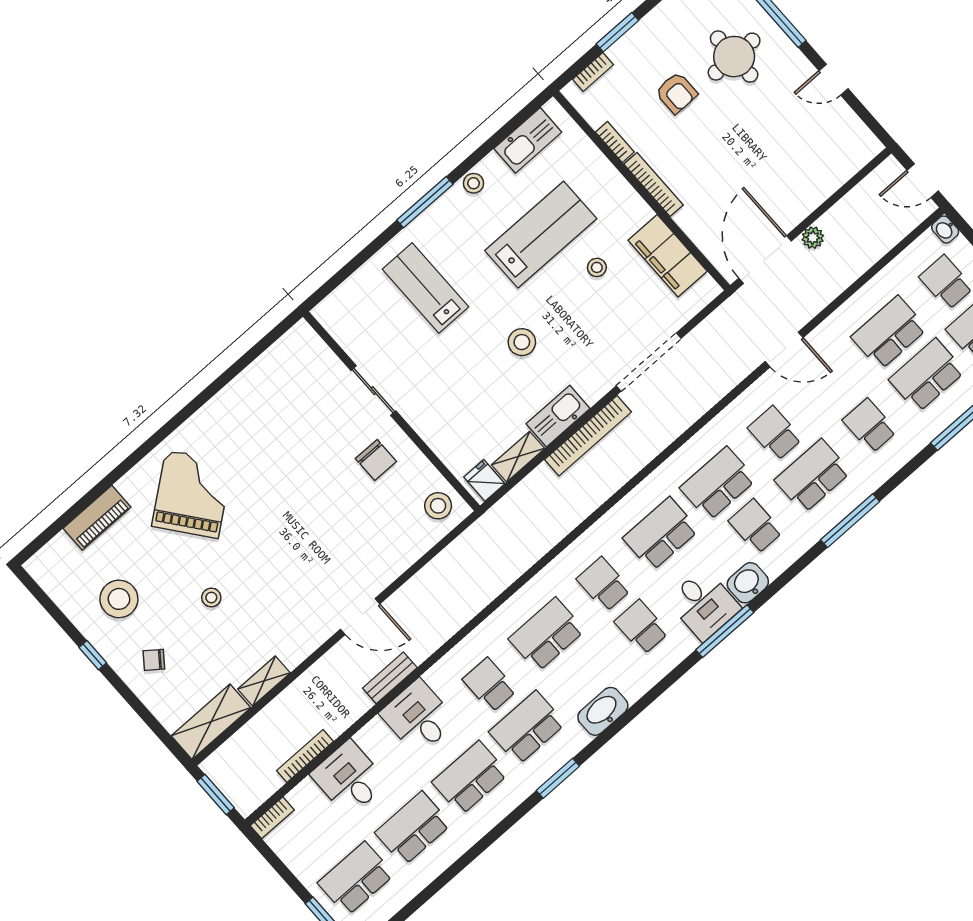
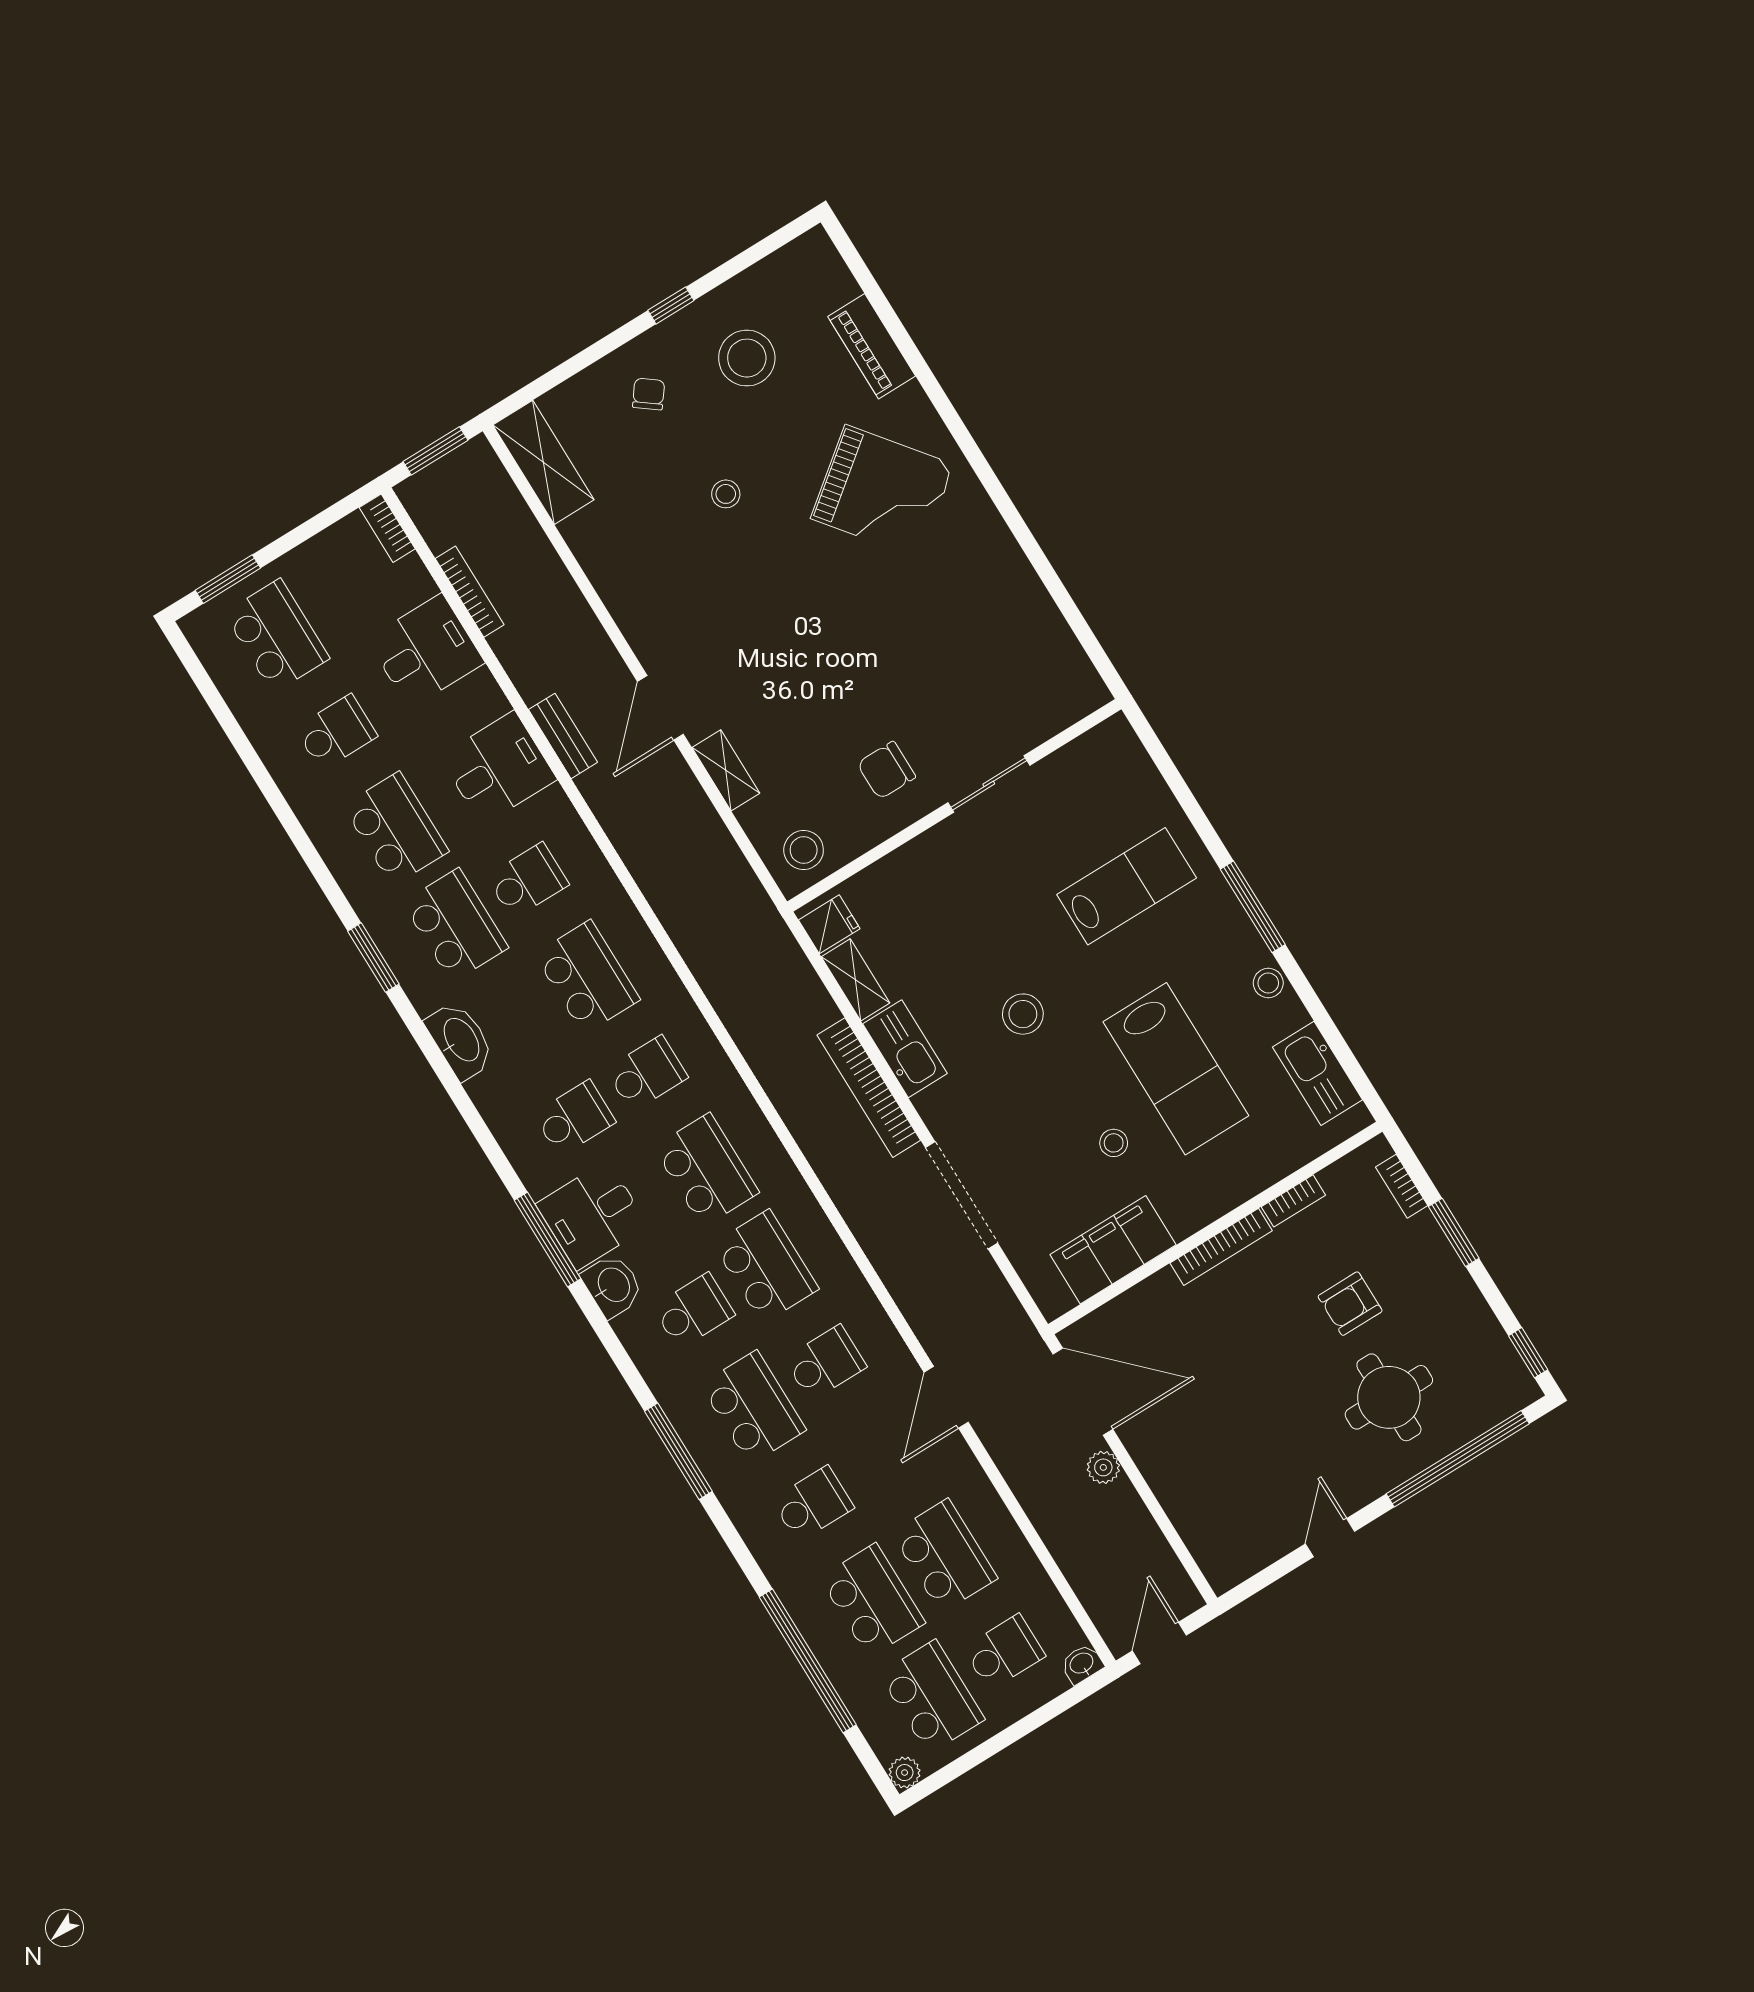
shelving: (264, 681) -> (726, 770), moved
school desk: (413, 828) -> (336, 732), width x0.54

